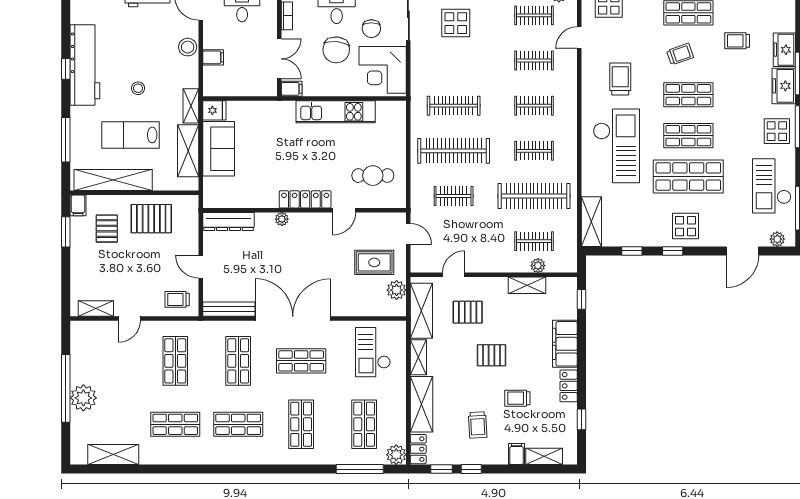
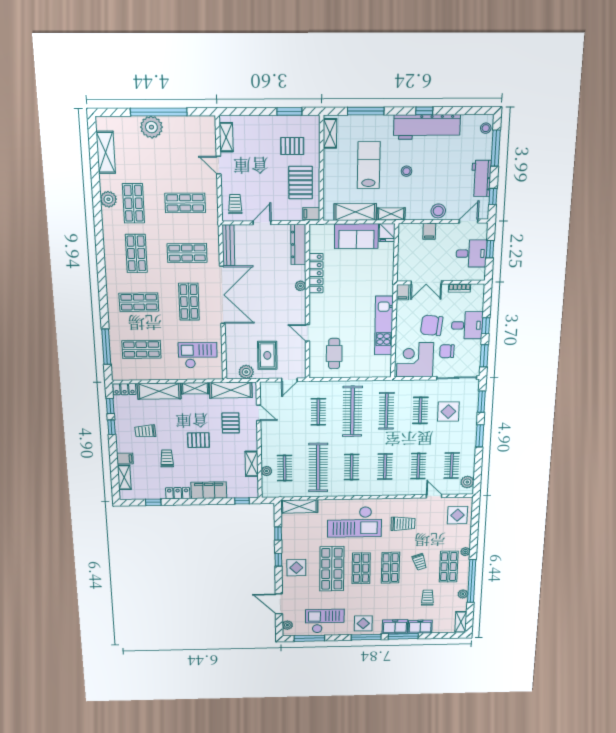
clothes rail: (454, 61) -> (420, 410), added
shelving: (113, 180) -> (330, 133), width x0.45, depth x0.75
locker: (305, 199) -> (316, 273), moved
filing cabinet: (78, 205) -> (311, 214), moved
pallet: (492, 355) -> (198, 440), turned 90
plant: (396, 455) -> (108, 199), moved

